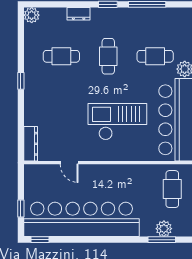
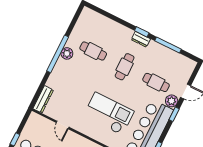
dresser: (79, 14) -> (141, 39), moved
plant: (32, 15) -> (67, 53), moved
window: (21, 81) -> (58, 54), width x3.17

